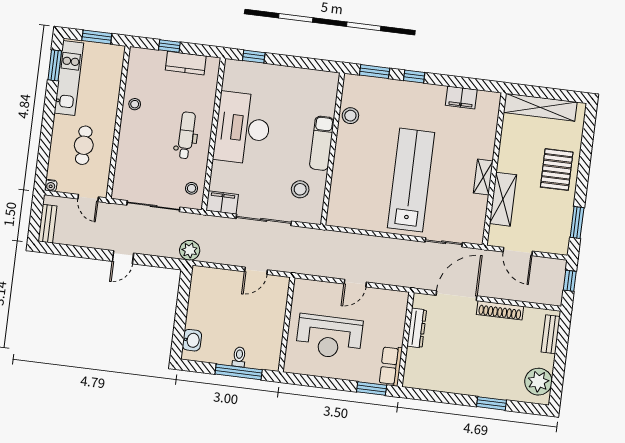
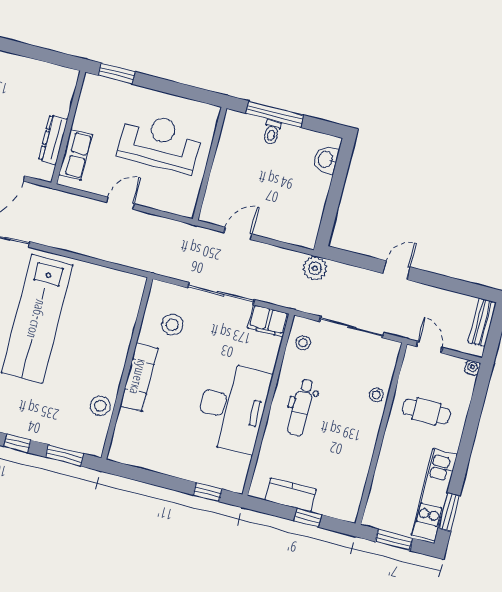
stool: (135, 104) -> (376, 395), moved
cafe table: (84, 145) -> (426, 411), turned 90
row of seats: (391, 366) -> (76, 155), moved

